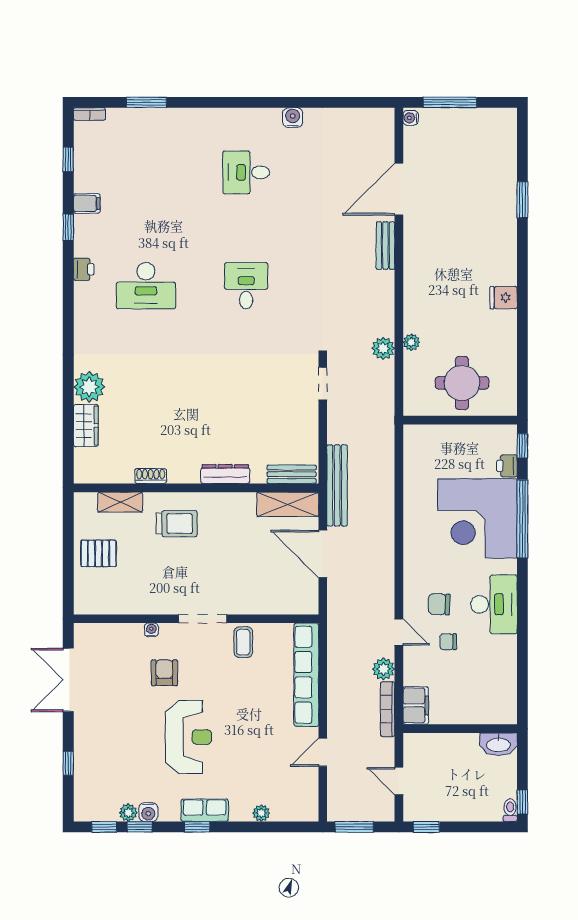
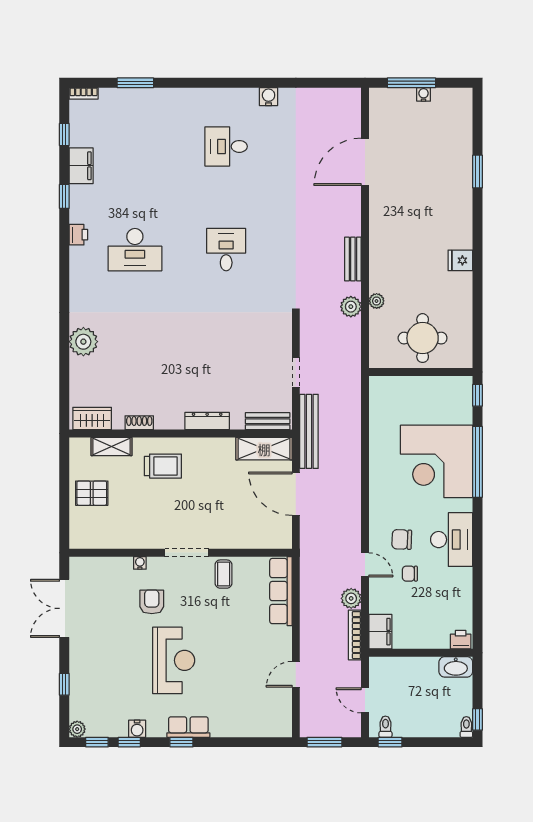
water cooler: (411, 118) -> (424, 94), moved, turned 90
filing cabinet: (87, 203) -> (81, 166), width x2.00
bench: (385, 246) -> (353, 259), moved
doorway: (323, 384) -> (296, 373), moved
wardrobe: (86, 426) -> (92, 418), moved, turned -90
printer: (507, 466) -> (461, 640), moved, turned 90
row of seats: (306, 675) -> (281, 591), width x0.73
toilet: (421, 810) -> (385, 727), added
plant: (128, 813) -> (77, 729), moved
plant: (261, 813) -> (240, 730), removed

